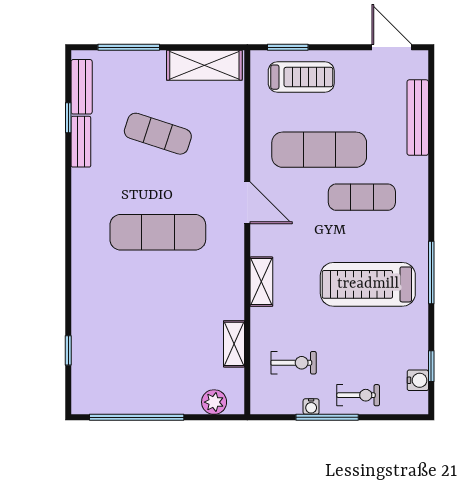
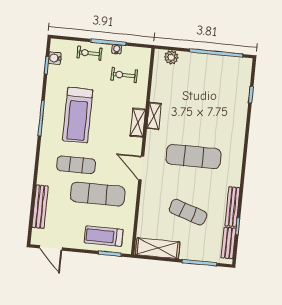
bench: (81, 142) -> (232, 207), width x1.36
treadmill: (368, 284) -> (78, 115), turned 90
shelving: (234, 344) -> (154, 116), moved

